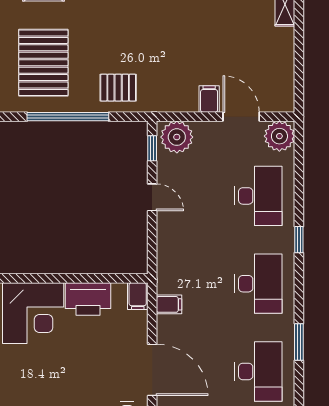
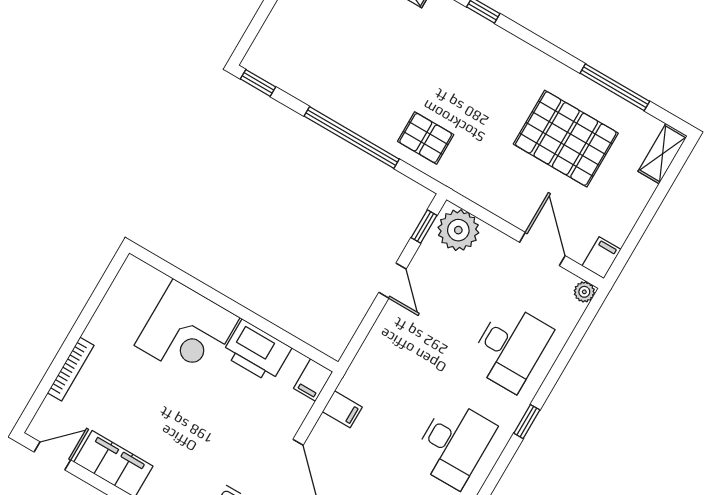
pallet: (43, 63) -> (566, 139), moved, turned 90
filing cabinet: (209, 99) -> (602, 258), moved
plant: (279, 136) -> (584, 292), width x0.53, depth x0.53

